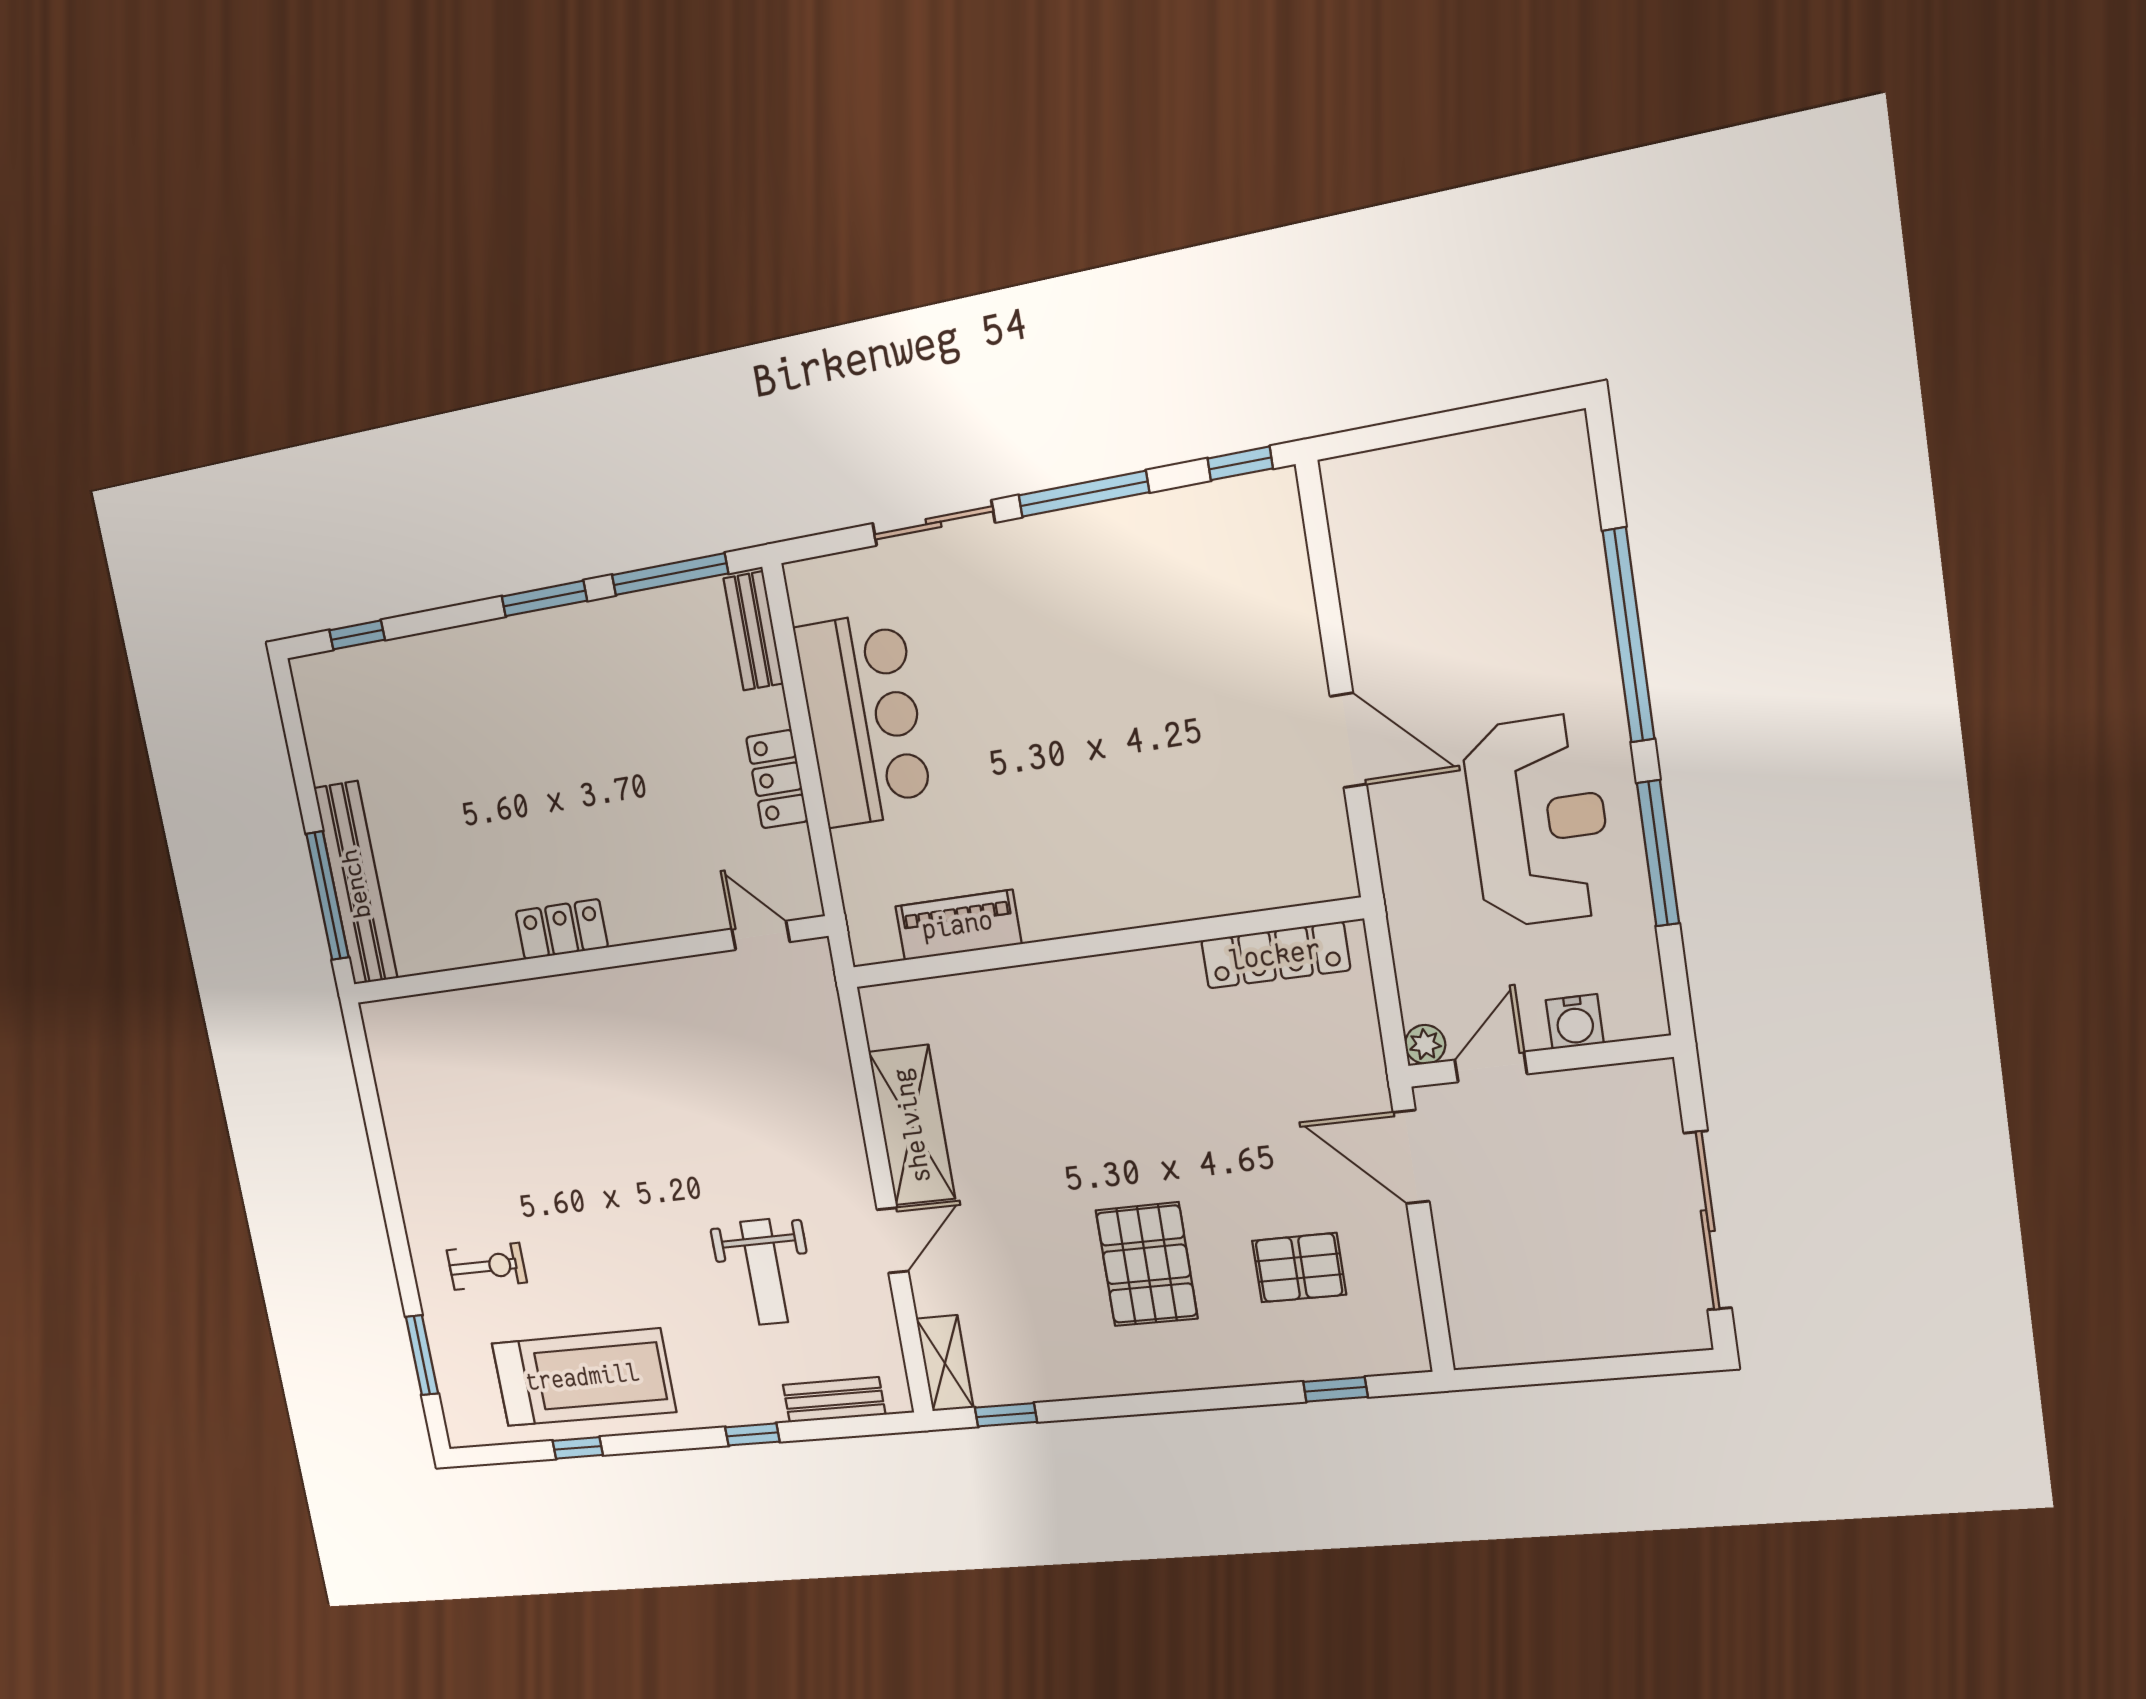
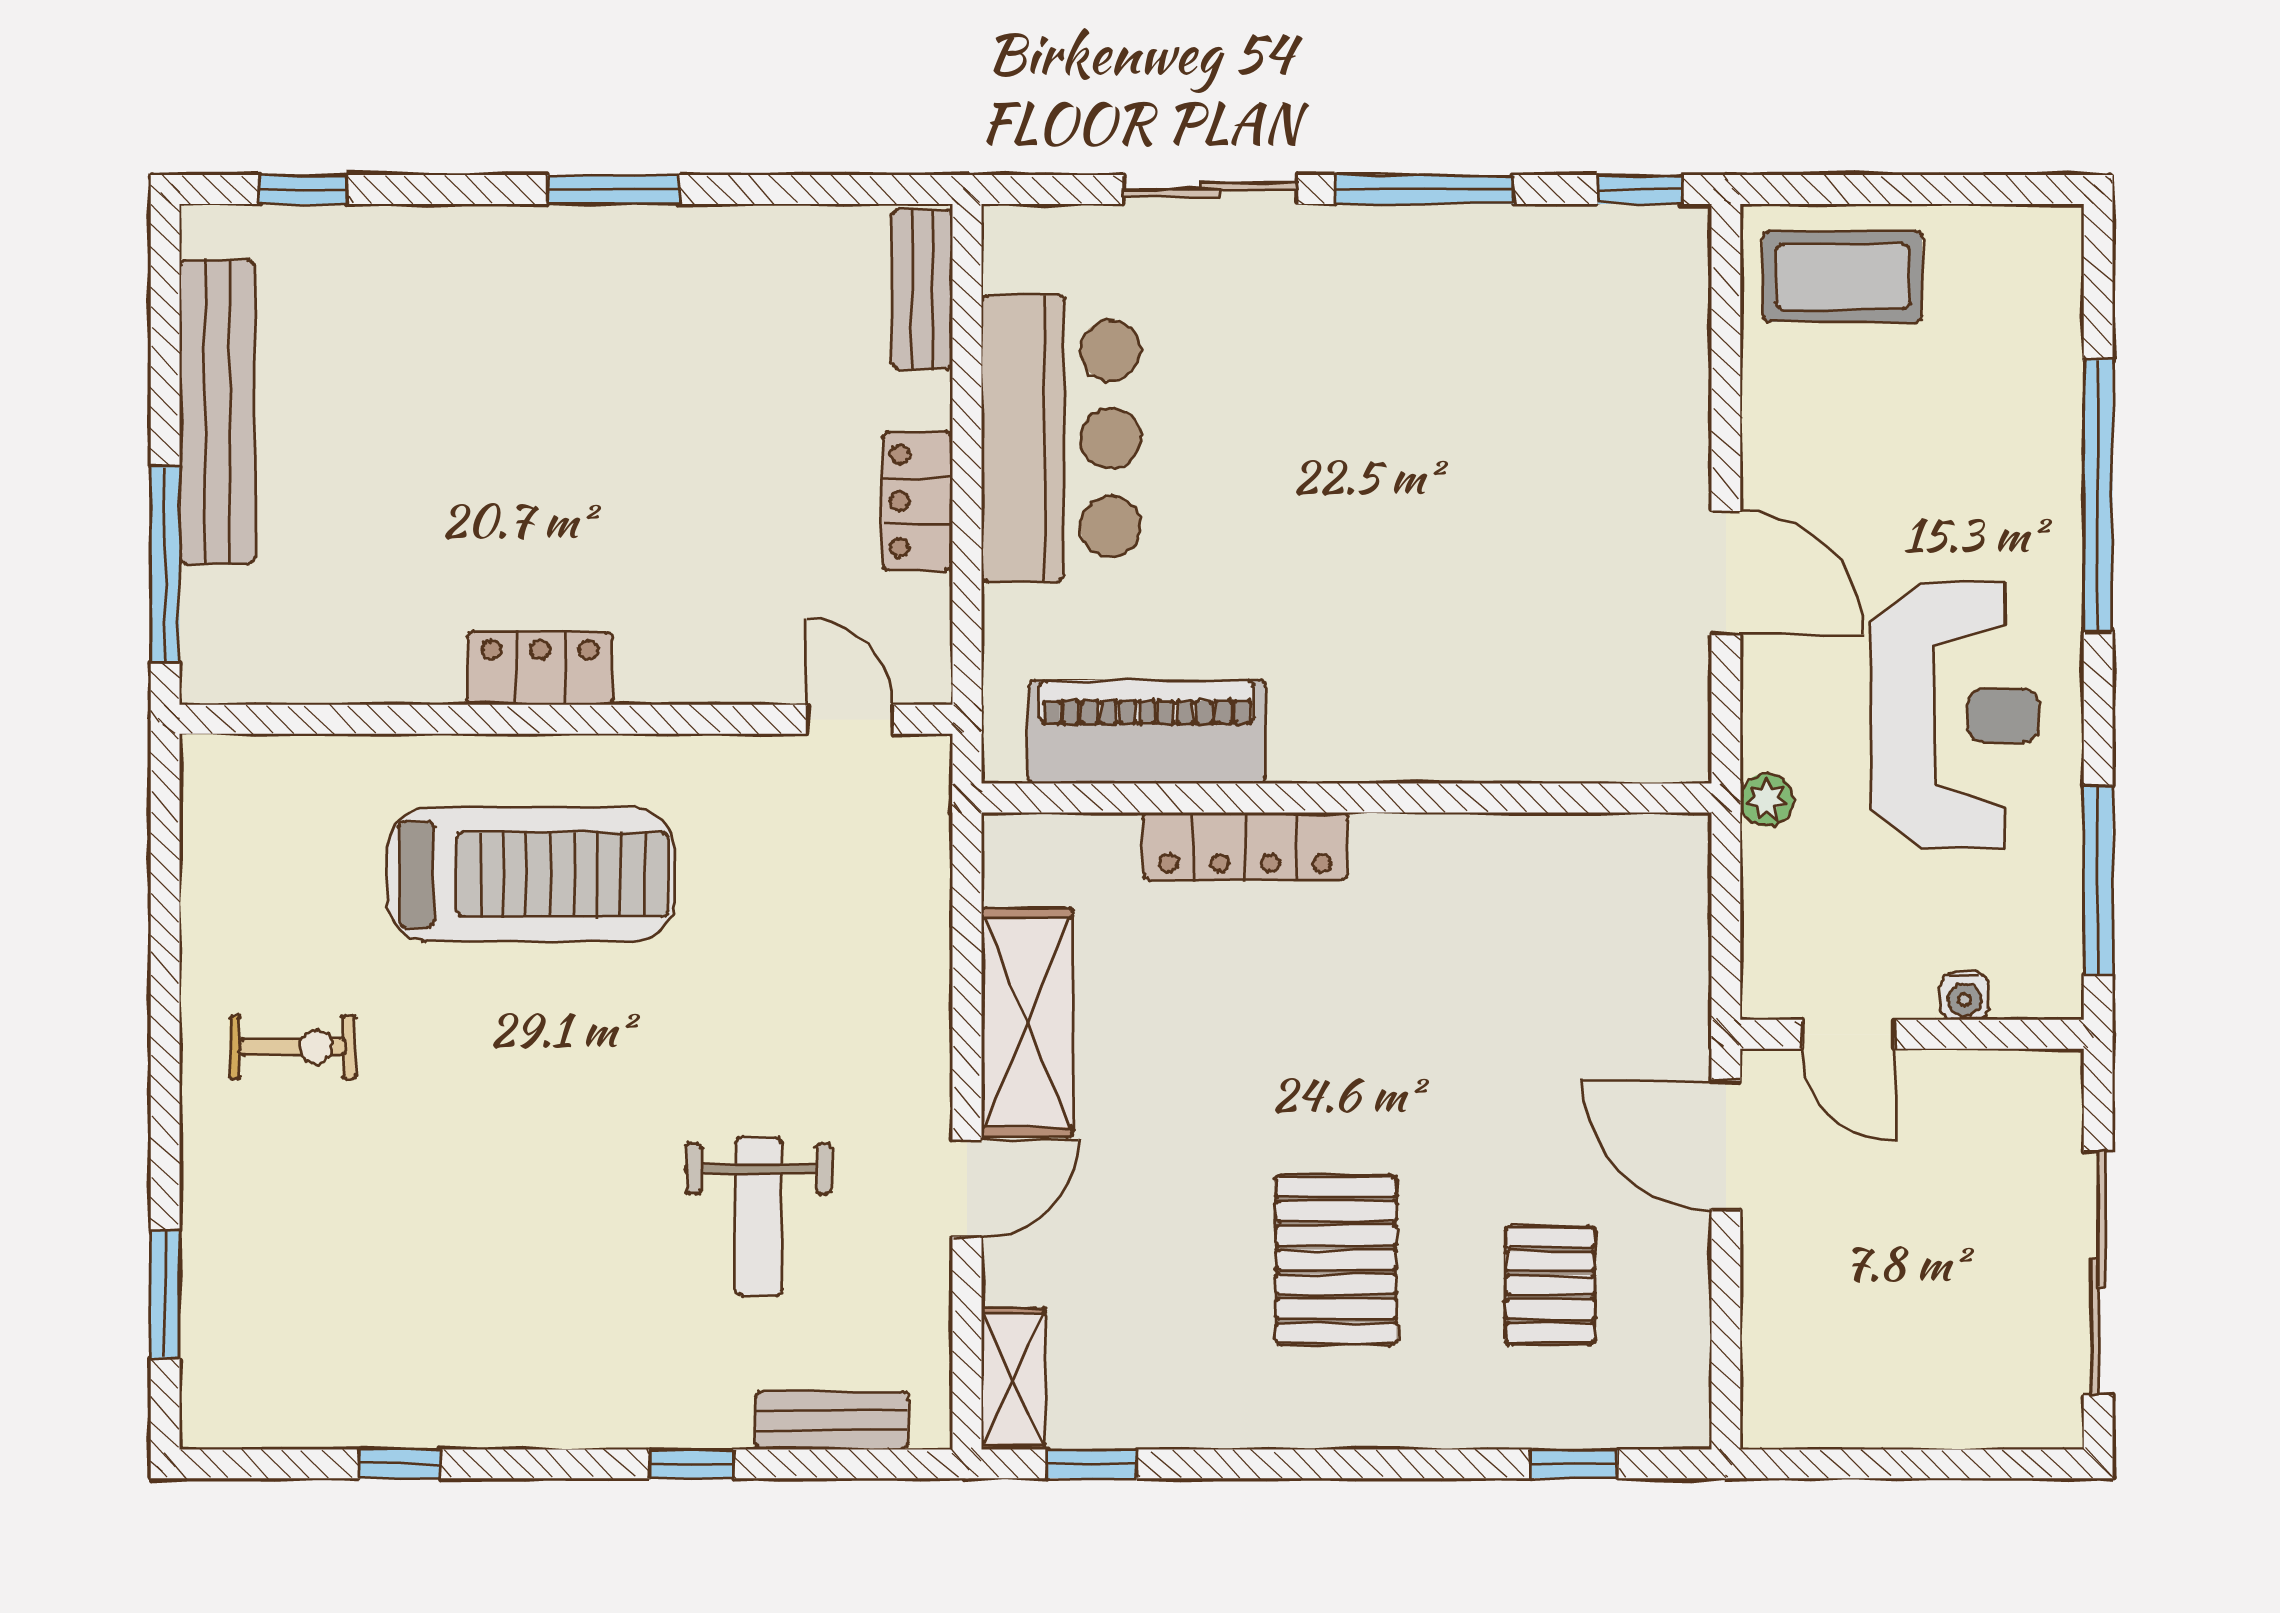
coffee table: (1404, 501) -> (1843, 276), added
window: (670, 574) -> (813, 189), removed
window: (1658, 853) -> (2098, 880), moved
bench: (356, 883) -> (217, 412), moved
piano: (958, 925) -> (1147, 732), width x1.37, depth x1.33
locker: (1275, 955) -> (1245, 846), moved
water cooler: (1575, 1022) -> (1965, 996), width x0.72, depth x0.72
plant: (1425, 1044) -> (1767, 800), moved
door: (1491, 1067) -> (1848, 1034), swing flipped
exercise bike: (487, 1266) -> (293, 1047), moved
pallet: (1299, 1268) -> (1550, 1285), turned 90
treadmill: (583, 1377) -> (531, 874), moved

